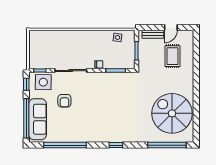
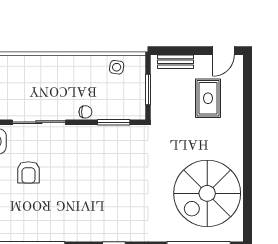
door: (171, 27) -> (224, 51), moved
spiral stairs: (172, 113) -> (207, 193), turned -90

